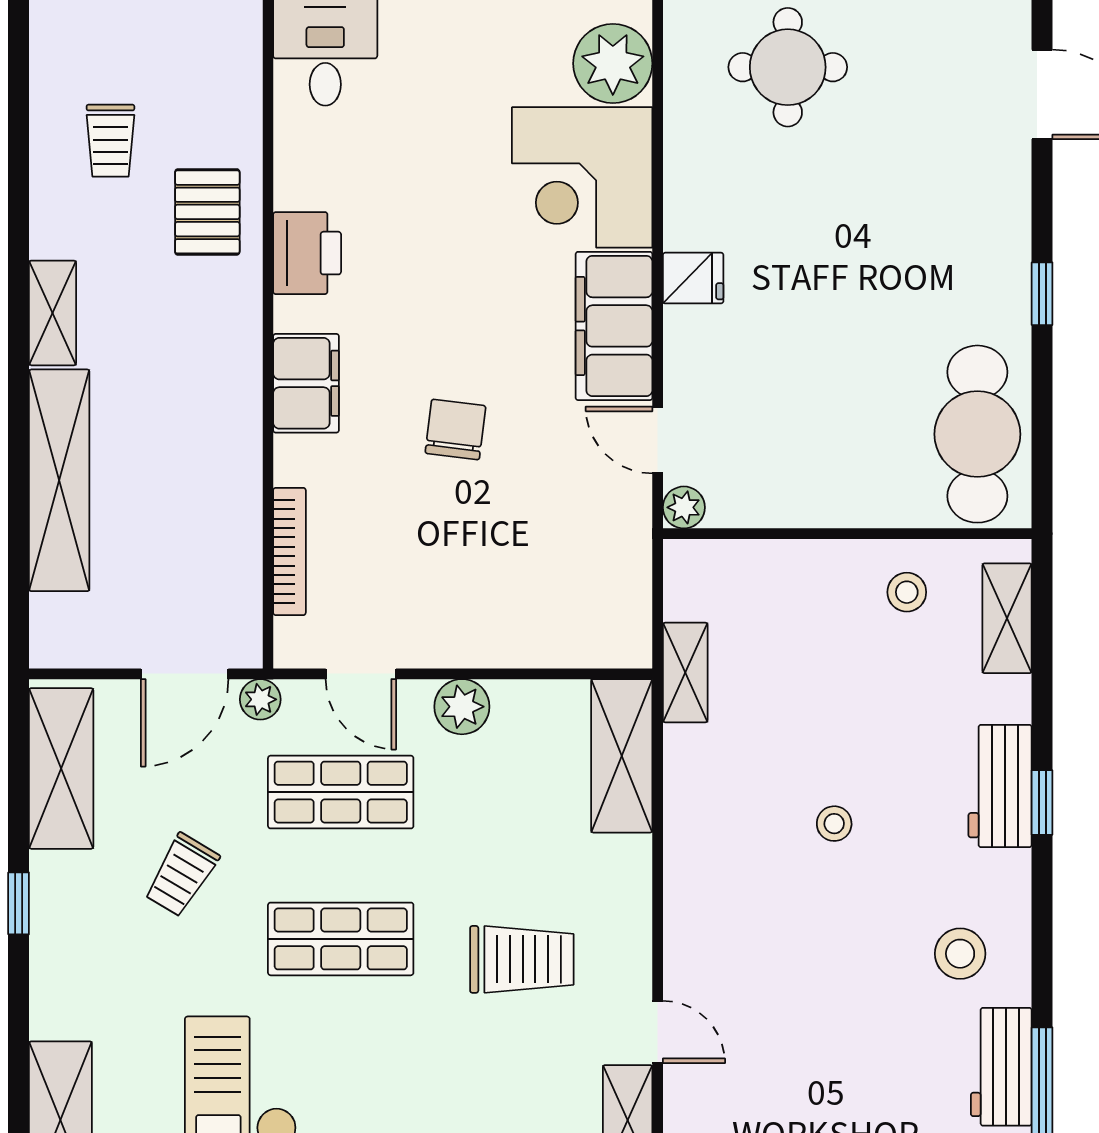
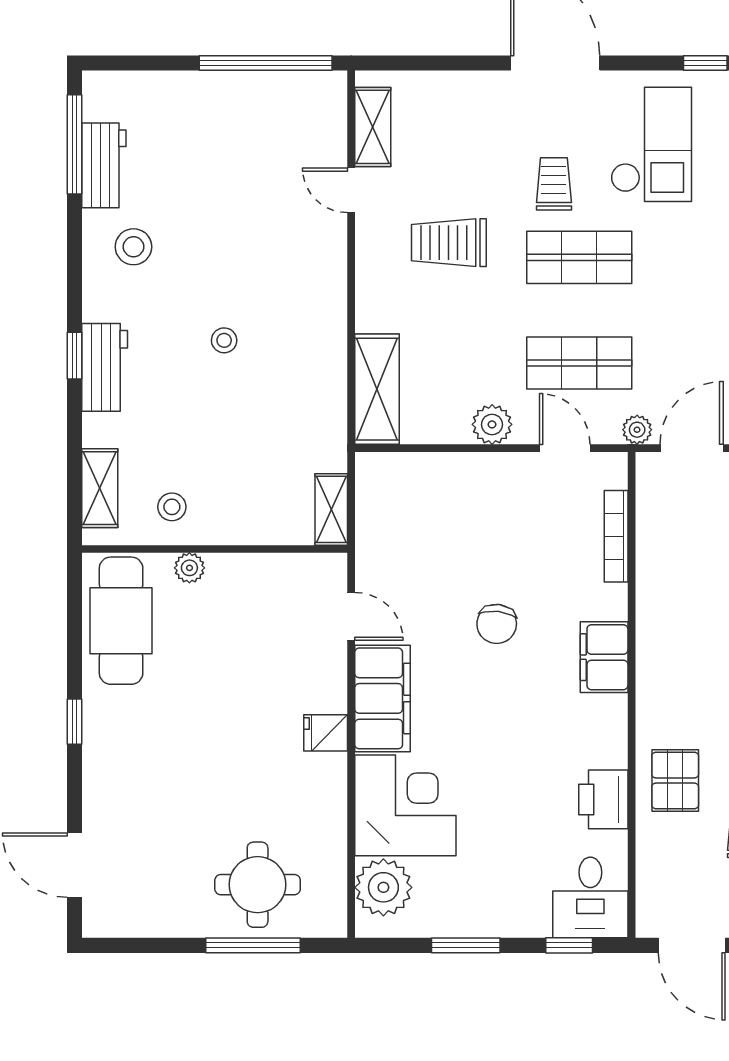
printer: (307, 253) -> (603, 799), moved
plant: (684, 507) -> (189, 568), moved
shelving: (685, 673) -> (331, 509), moved
trolley: (181, 875) -> (554, 184), moved, turned -31

